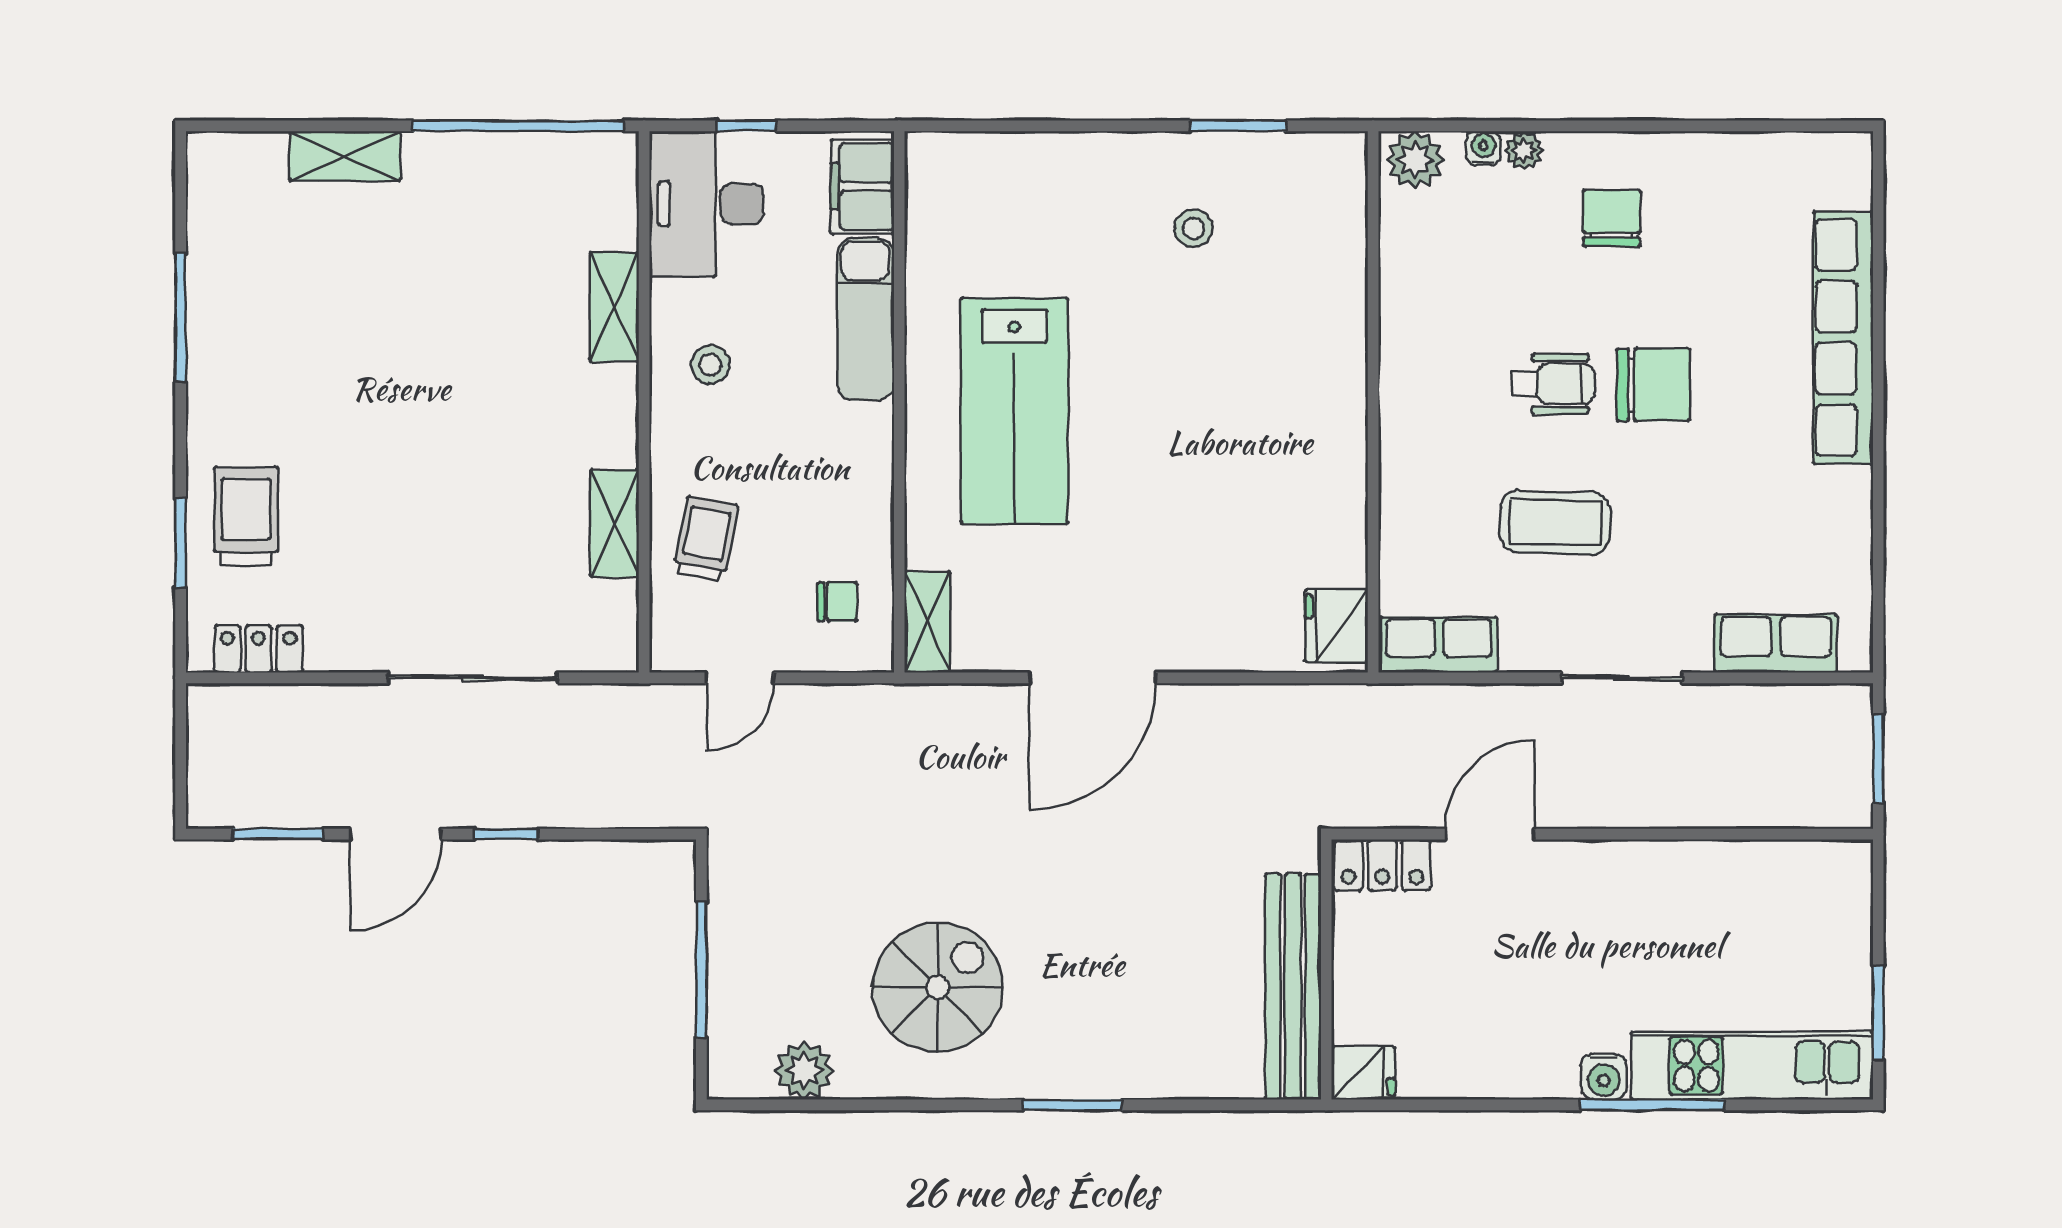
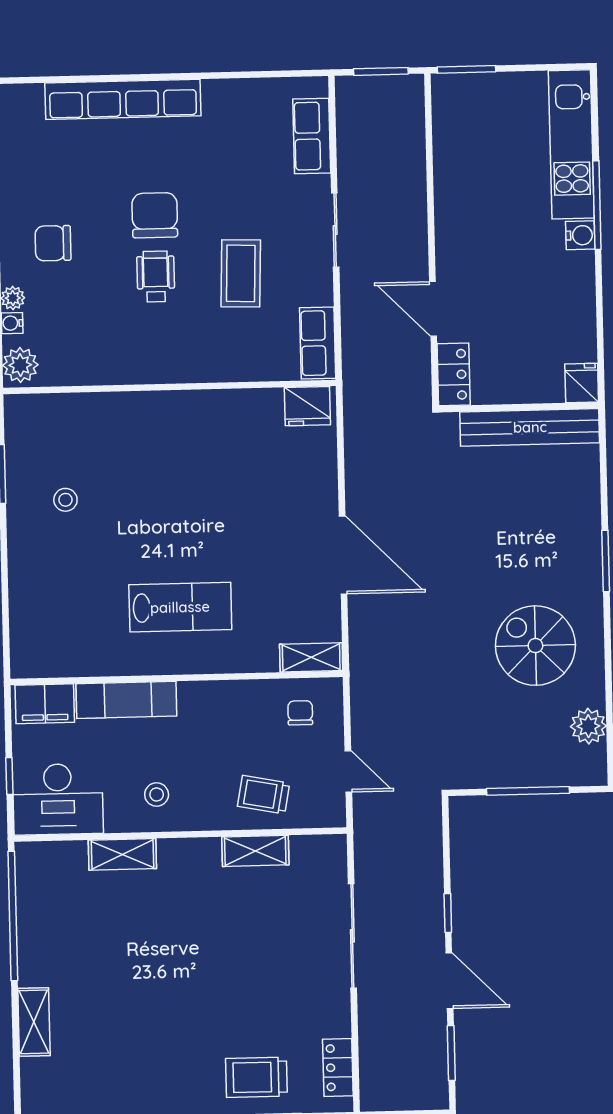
lab bench: (1014, 411) -> (180, 607), width x0.73, depth x0.72
window: (1878, 1013) -> (467, 69), moved

